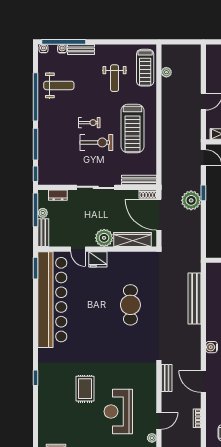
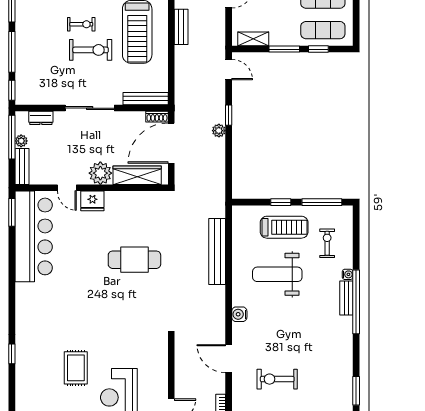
plant: (191, 200) -> (219, 131), width x0.53, depth x0.53
door: (159, 215) -> (171, 143), hinge flipped
bar counter: (52, 300) -> (34, 236), width x0.73
cafe table: (130, 305) -> (134, 260), turned 90
bench: (167, 378) -> (181, 27), moved

